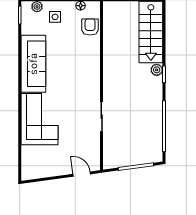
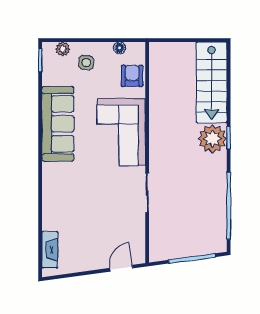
plant: (157, 70) -> (212, 139), width x1.88, depth x1.88
corner sofa: (40, 119) -> (121, 132), moved, turned 180
fireplace: (27, 160) -> (50, 250), added
door: (82, 174) -> (121, 268), hinge flipped

